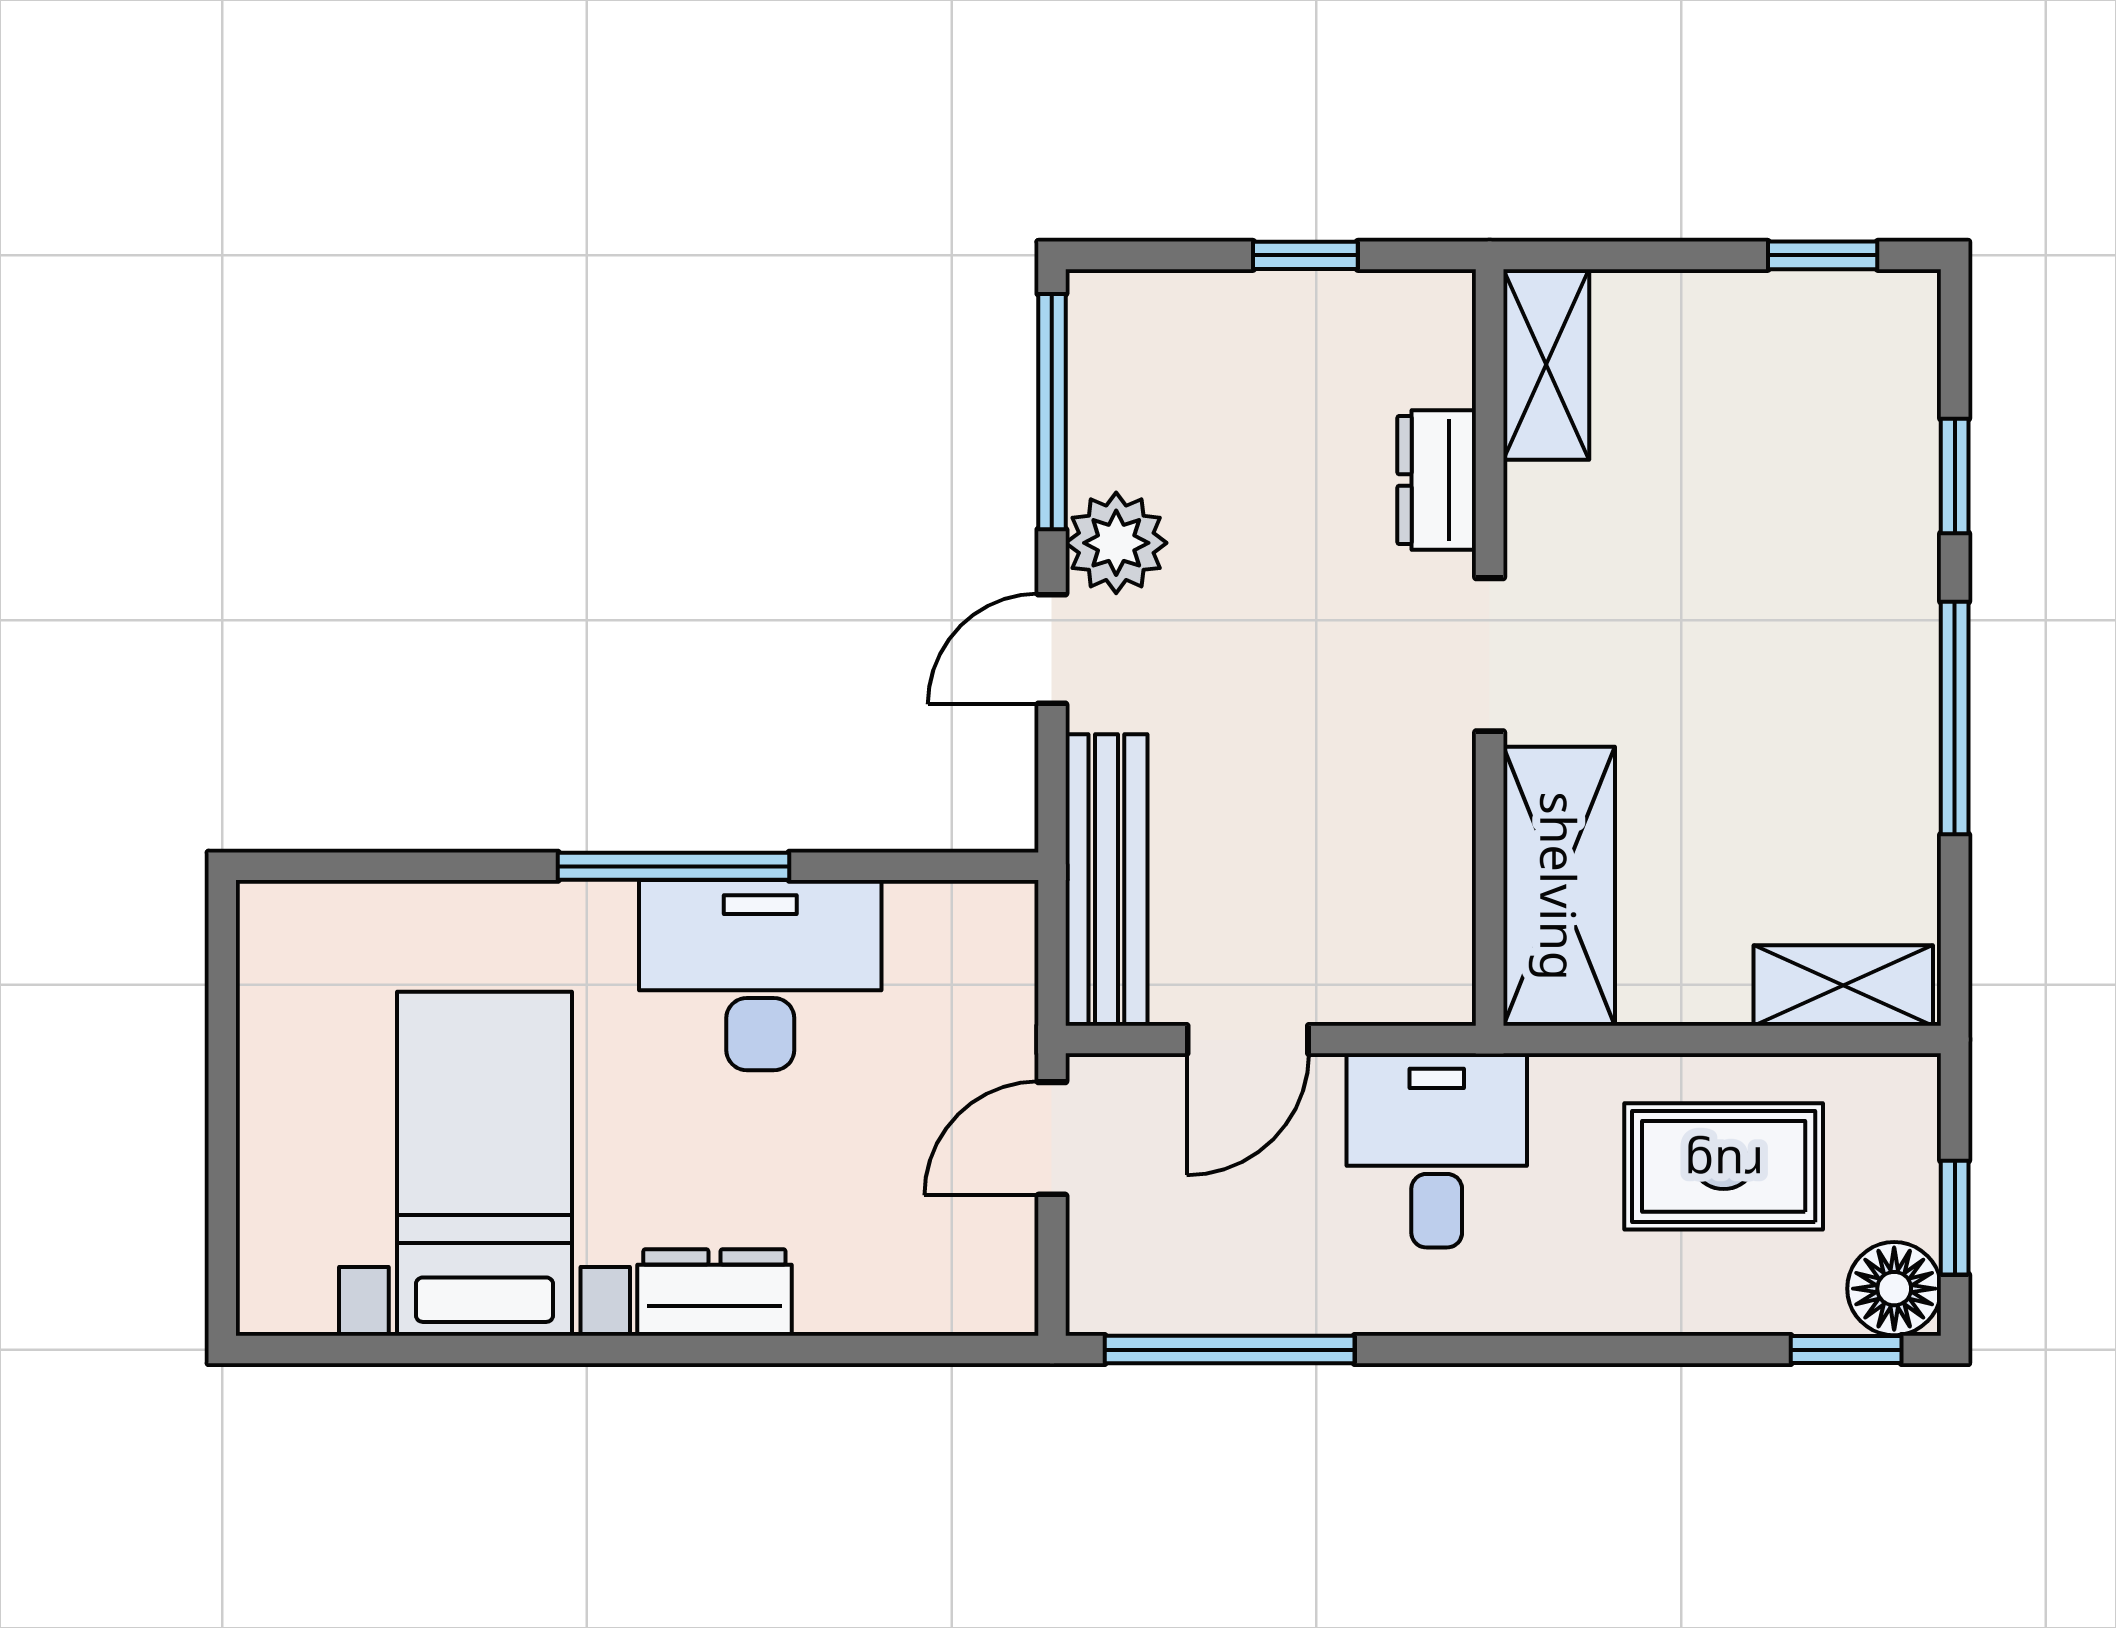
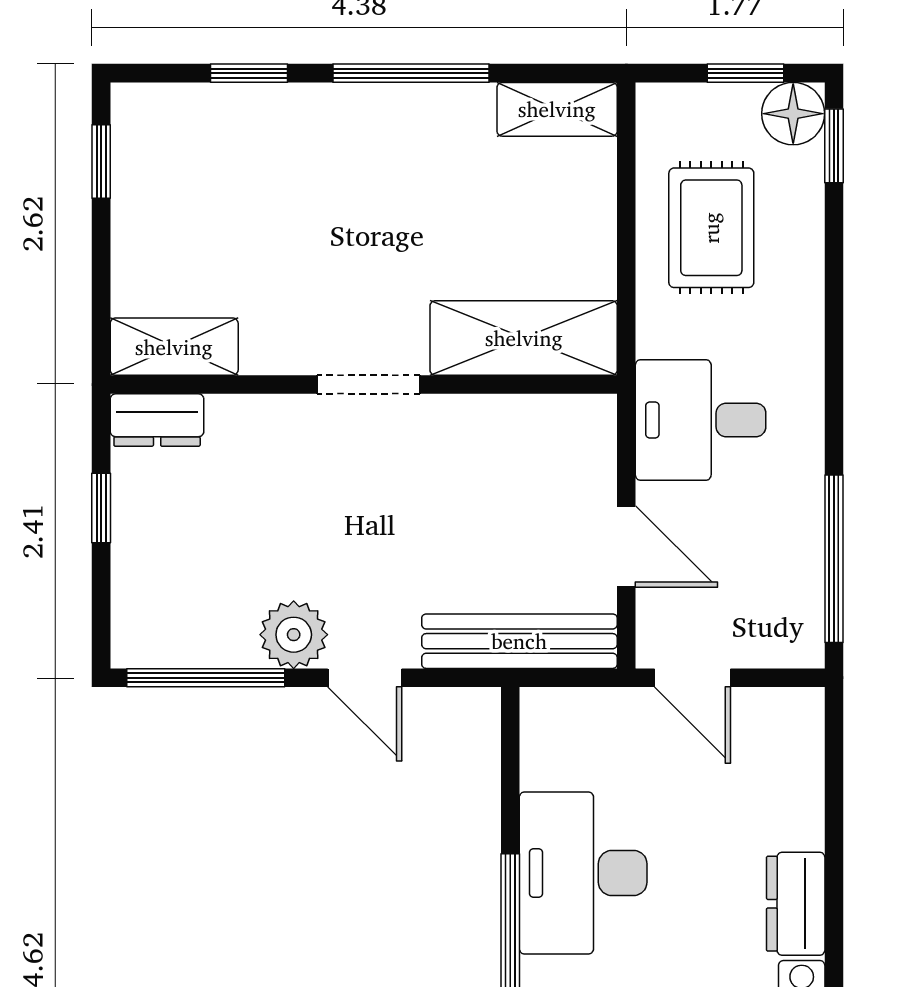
dresser: (1437, 480) -> (157, 420), moved
shelving: (1843, 986) -> (557, 109), moved, turned 90

